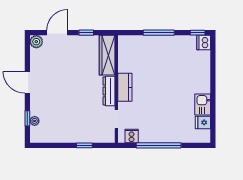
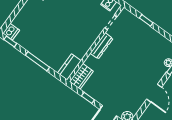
wardrobe: (107, 55) -> (81, 76), width x0.67
kitchen counter: (125, 87) -> (69, 67), moved

